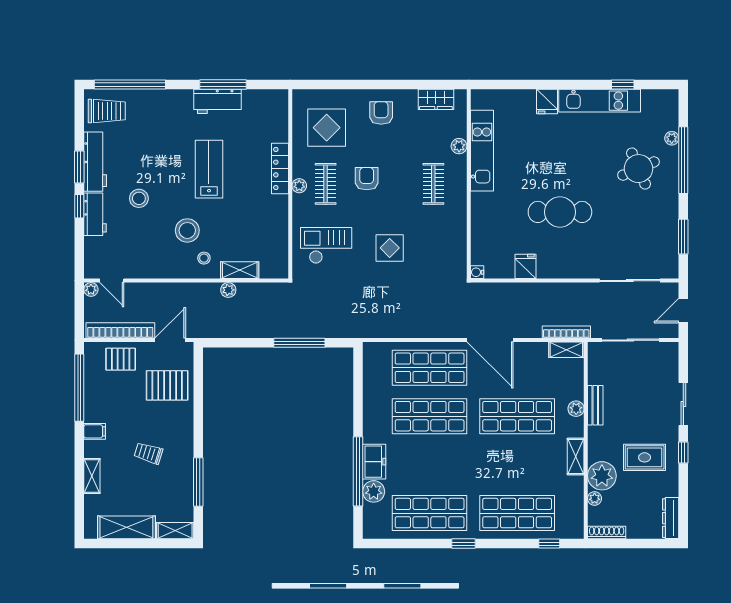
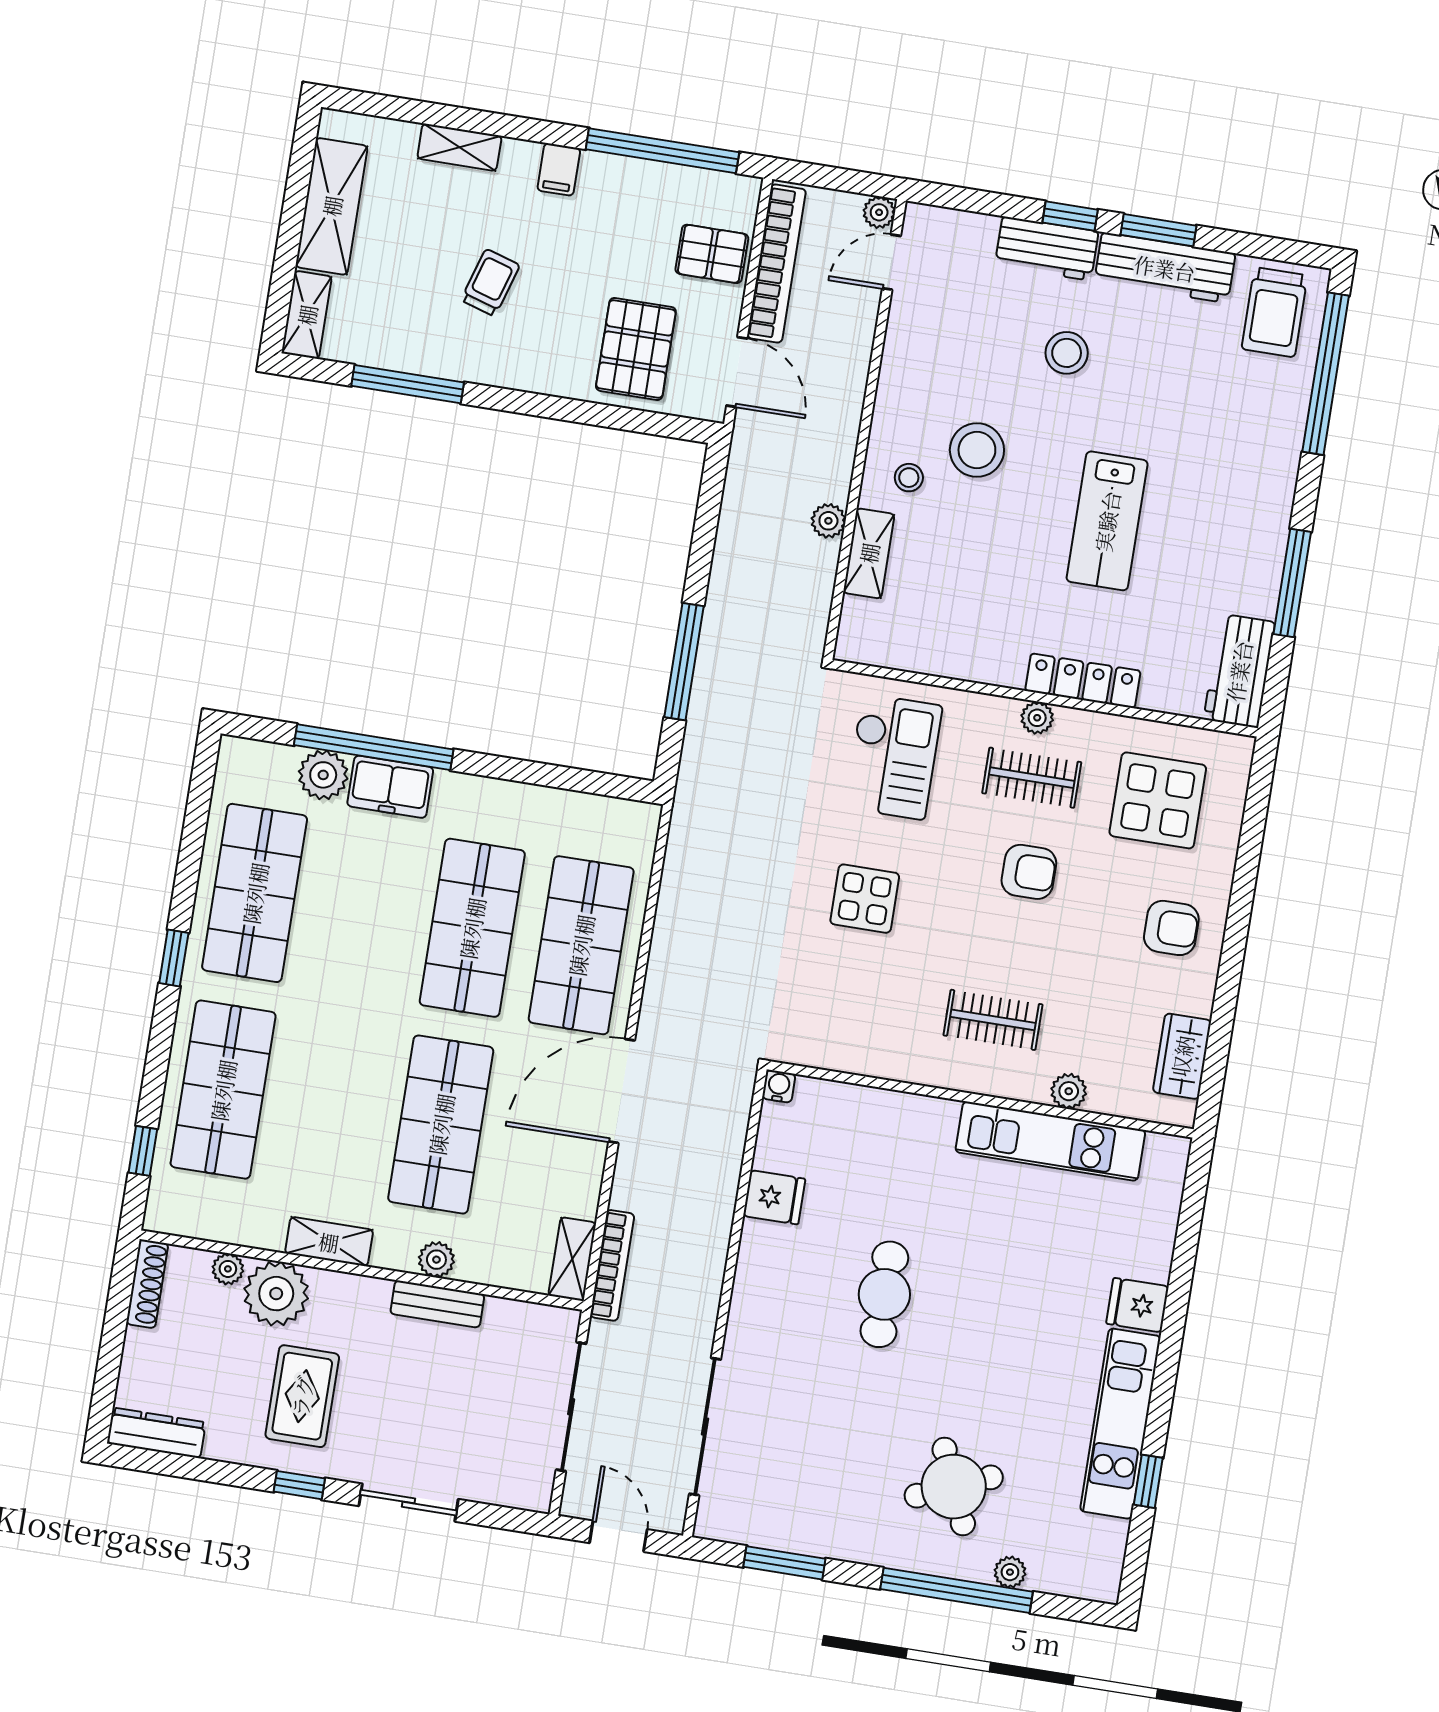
workbench: (218, 101) -> (1239, 671), moved
lab bench: (209, 169) -> (1107, 521), turned 90
cafe table: (560, 212) -> (884, 1294), width x0.73, depth x0.74
pallet: (121, 359) -> (712, 254), turned 90

